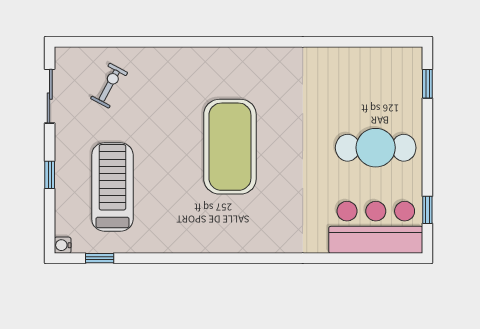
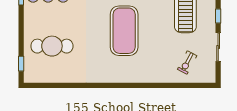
sliding door: (50, 96) -> (218, 47), moved
cafe table: (376, 148) -> (52, 46), moved

